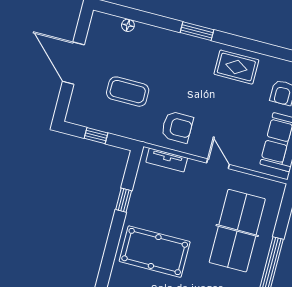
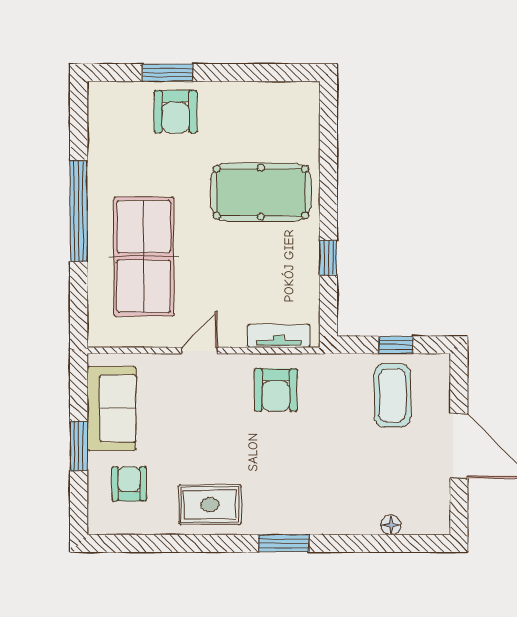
coffee table: (128, 92) -> (392, 395), moved, turned 90
armchair: (177, 127) -> (276, 390), turned -90
door: (218, 164) -> (200, 351), swing flipped

